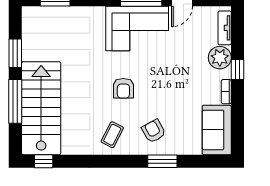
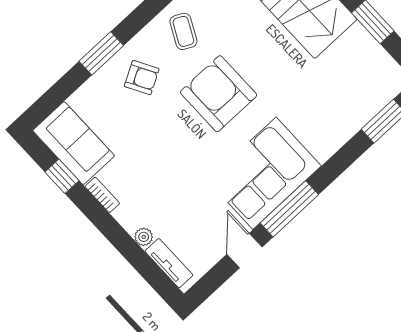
plant: (220, 58) -> (144, 237), width x0.53, depth x0.53
window: (238, 69) -> (62, 176), moved
armchair: (123, 88) -> (219, 94), width x1.88, depth x1.88

